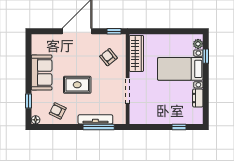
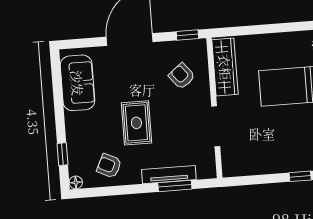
sofa: (42, 72) -> (77, 83), moved
rug: (77, 85) -> (136, 123), turned 90
window: (99, 127) -> (175, 186), width x0.69

